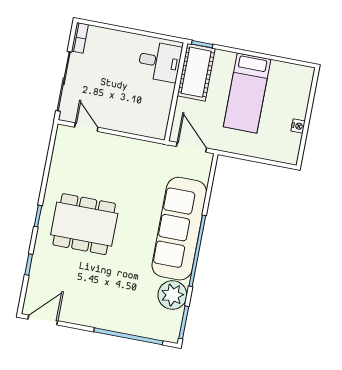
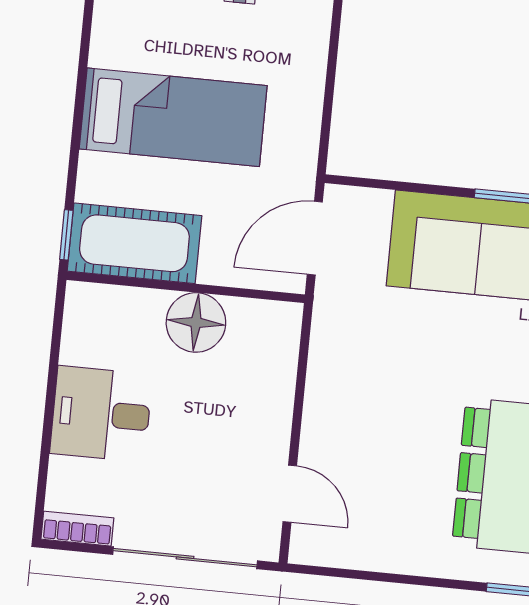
desk: (160, 62) -> (101, 414), moved, turned -90
floor lamp: (161, 95) -> (196, 322), added
door: (86, 127) -> (290, 494), swing flipped

